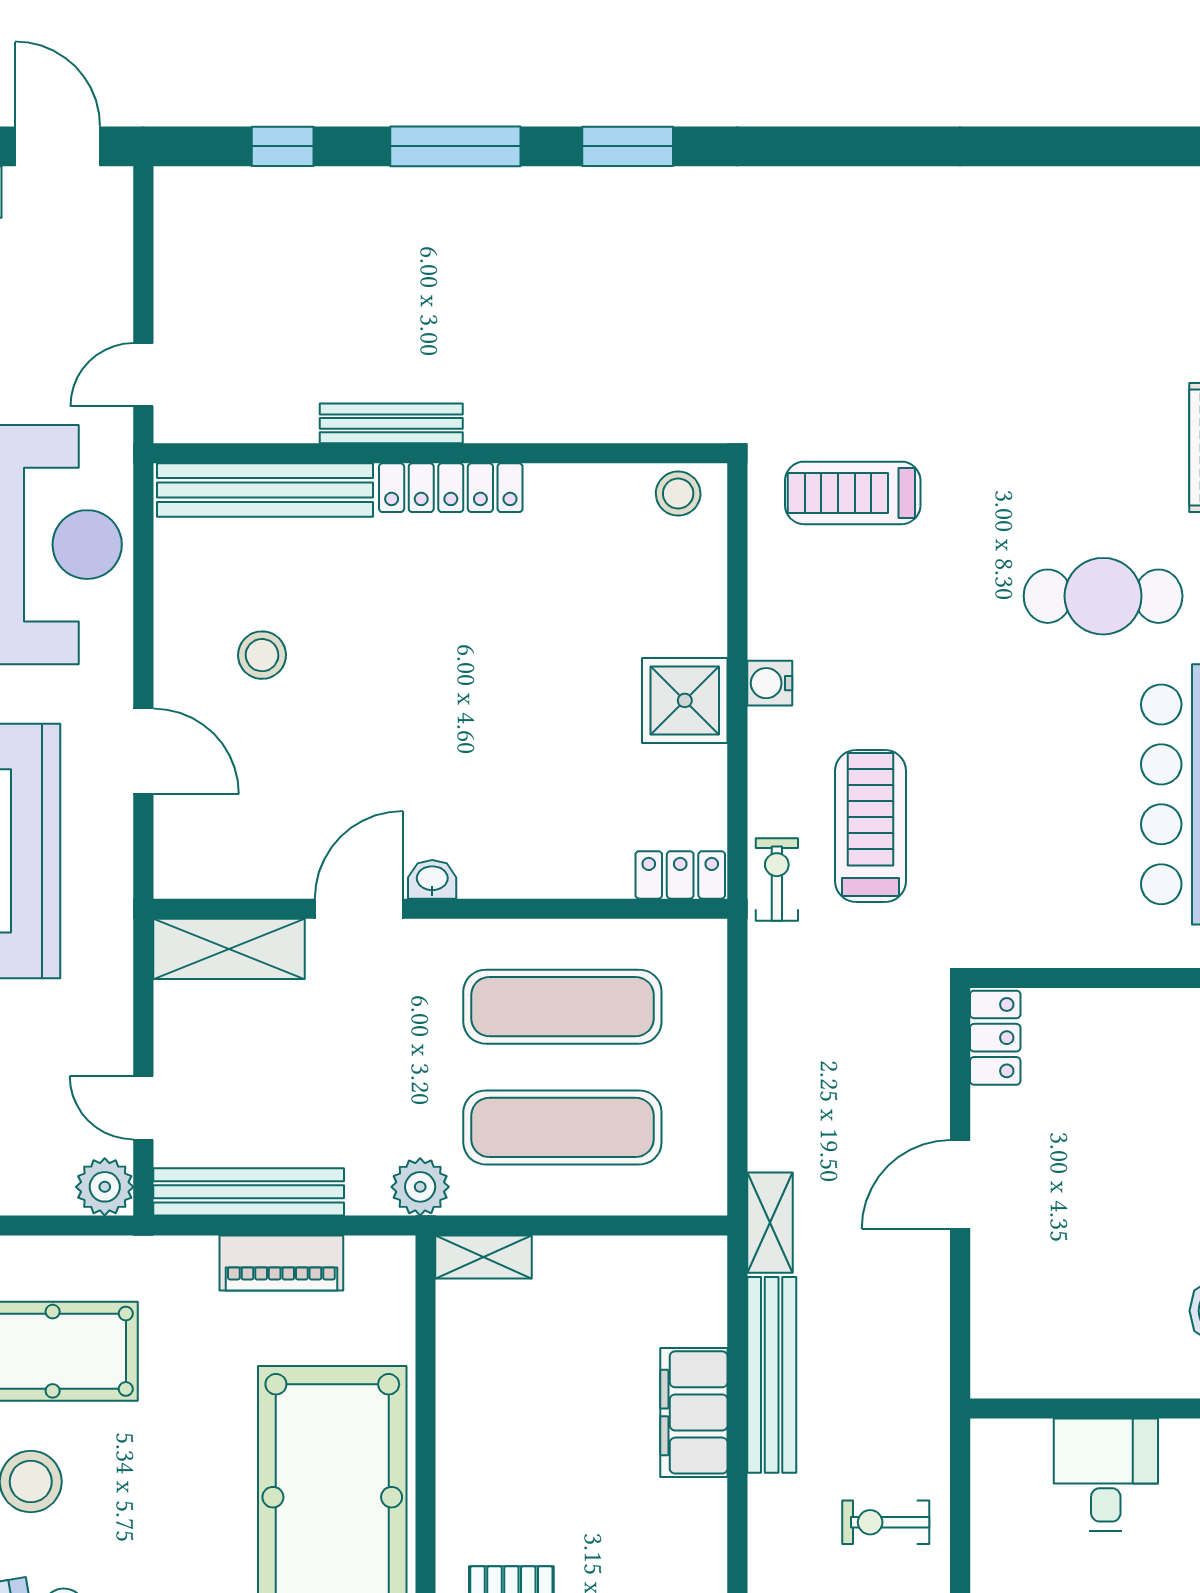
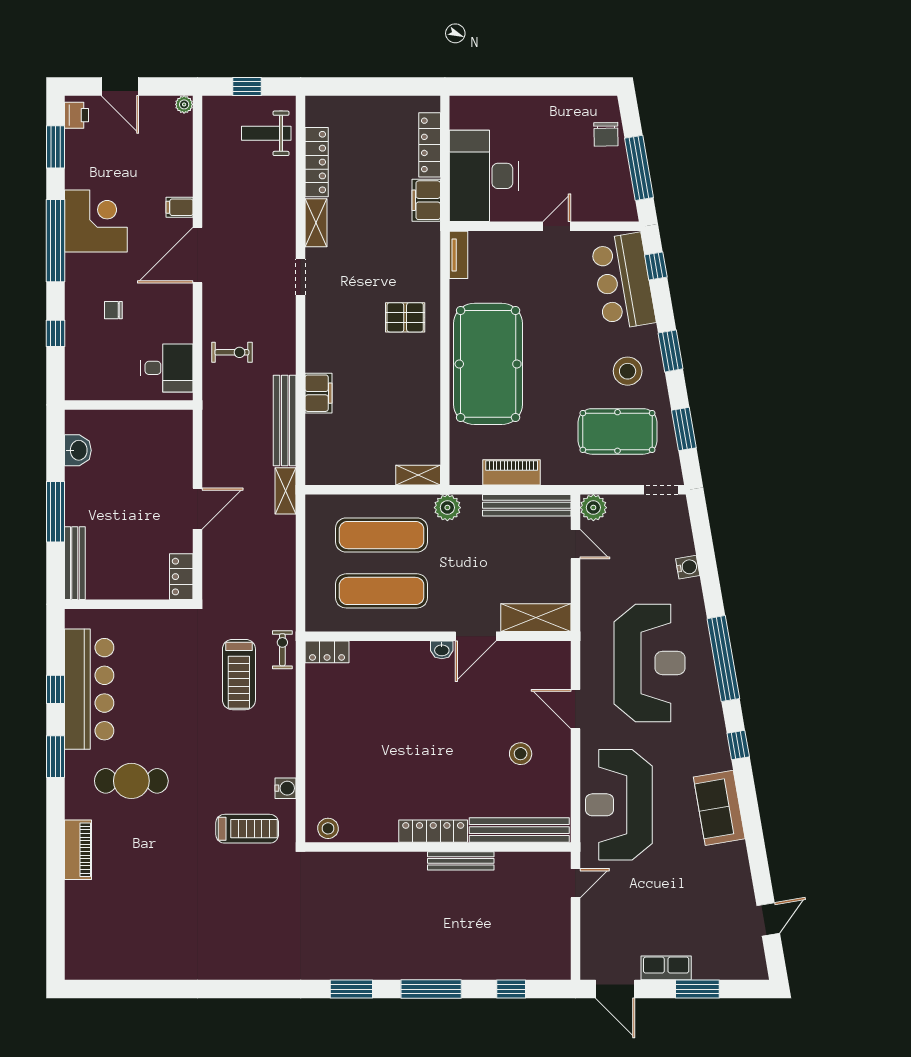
water cooler: (770, 683) -> (286, 788), moved
shower: (685, 700) -> (325, 733), removed
exercise bike: (777, 880) -> (282, 650), turned 180
filing cabinet: (694, 1412) -> (318, 393), width x0.67, depth x0.86
desk: (1106, 1475) -> (167, 368), moved, turned -90

